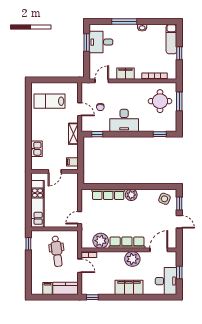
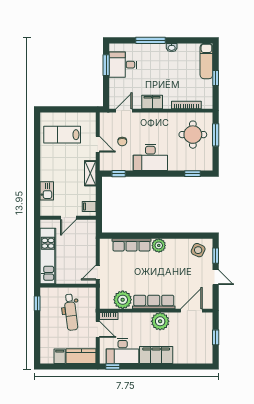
desk: (166, 281) -> (123, 351), moved, turned 90

